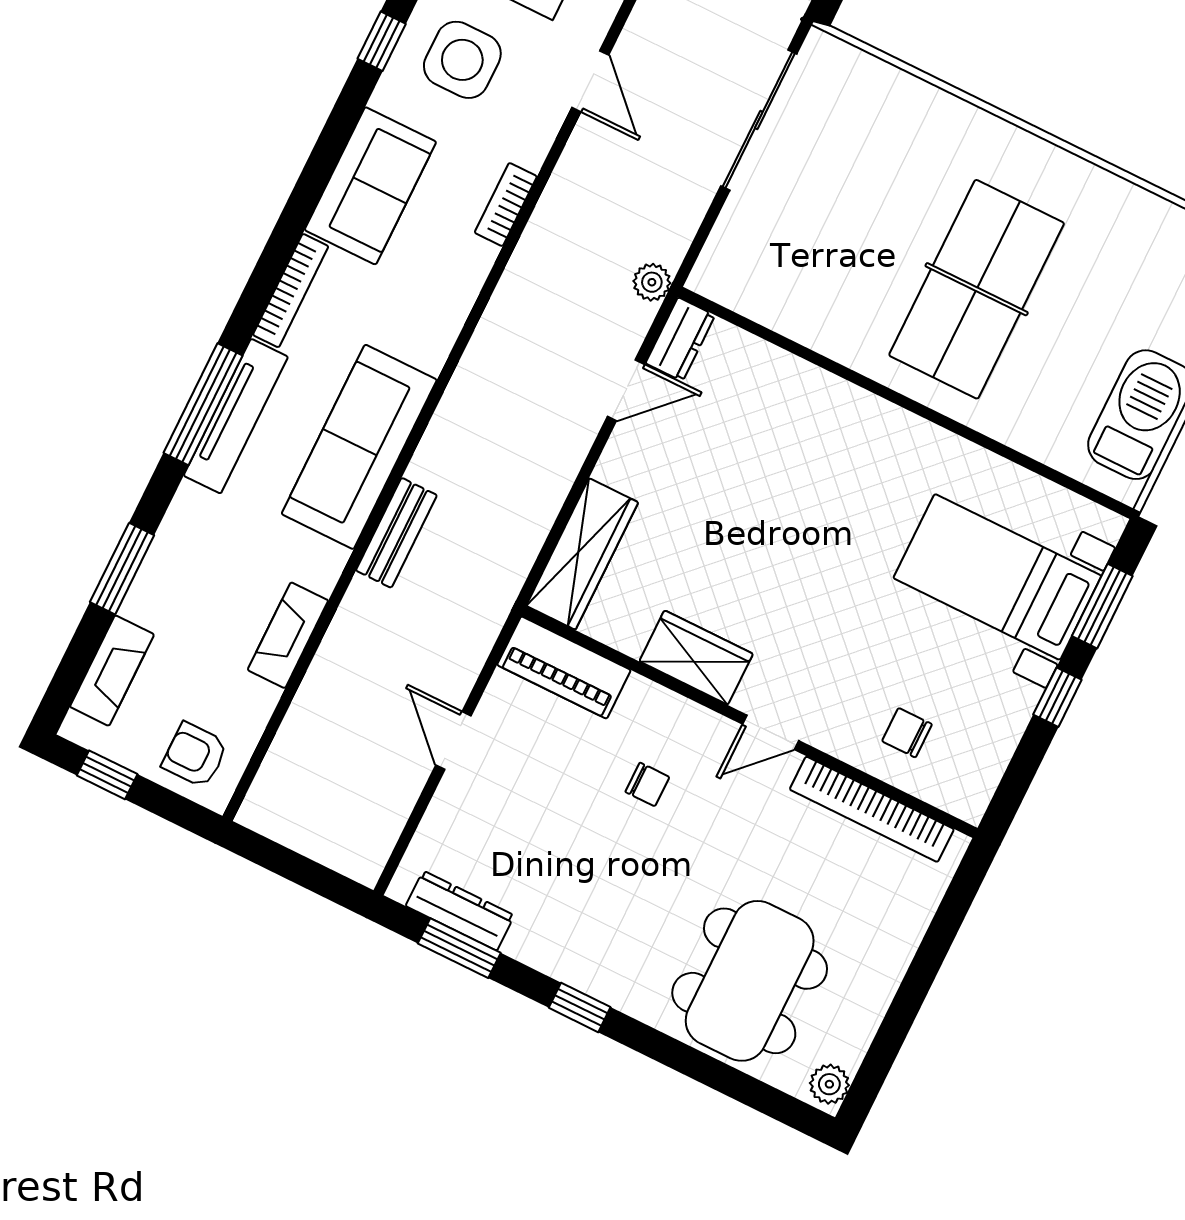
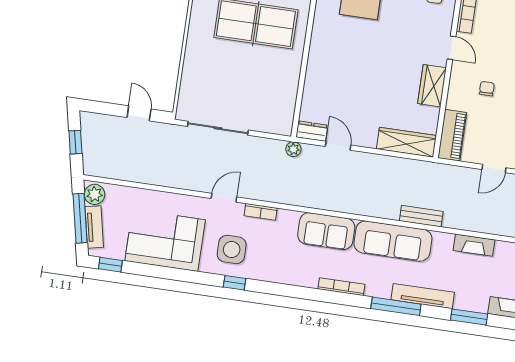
sofa: (370, 186) -> (326, 231), moved, turned 180
bookcase: (506, 204) -> (261, 212), moved
tv unit: (236, 416) -> (423, 296), moved

